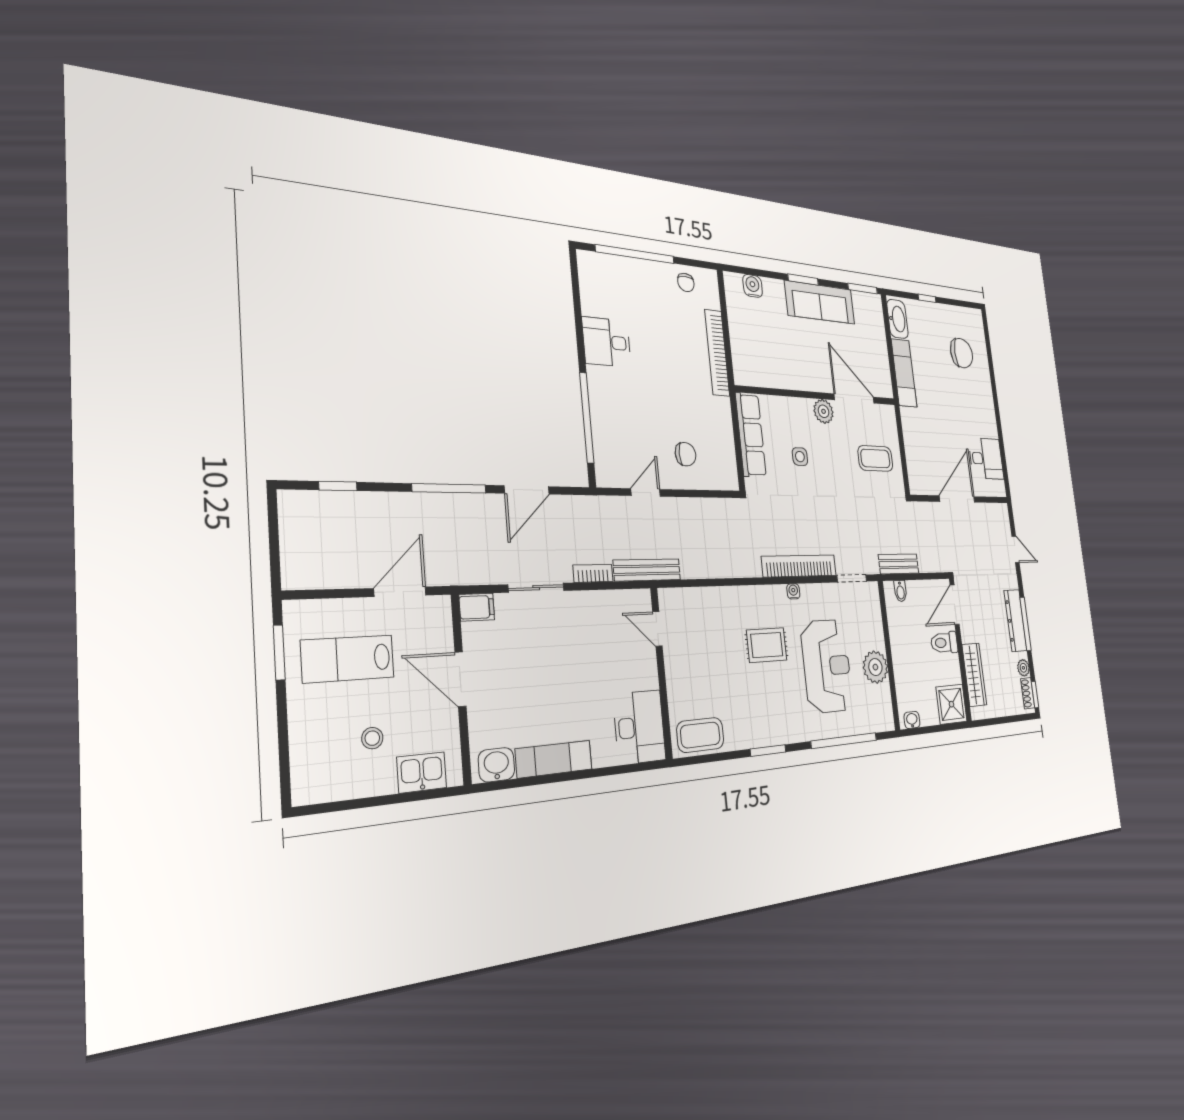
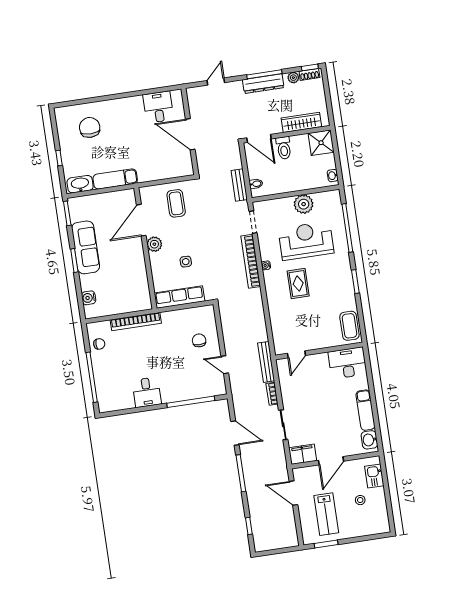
filing cabinet: (477, 607) -> (303, 454), width x2.00

